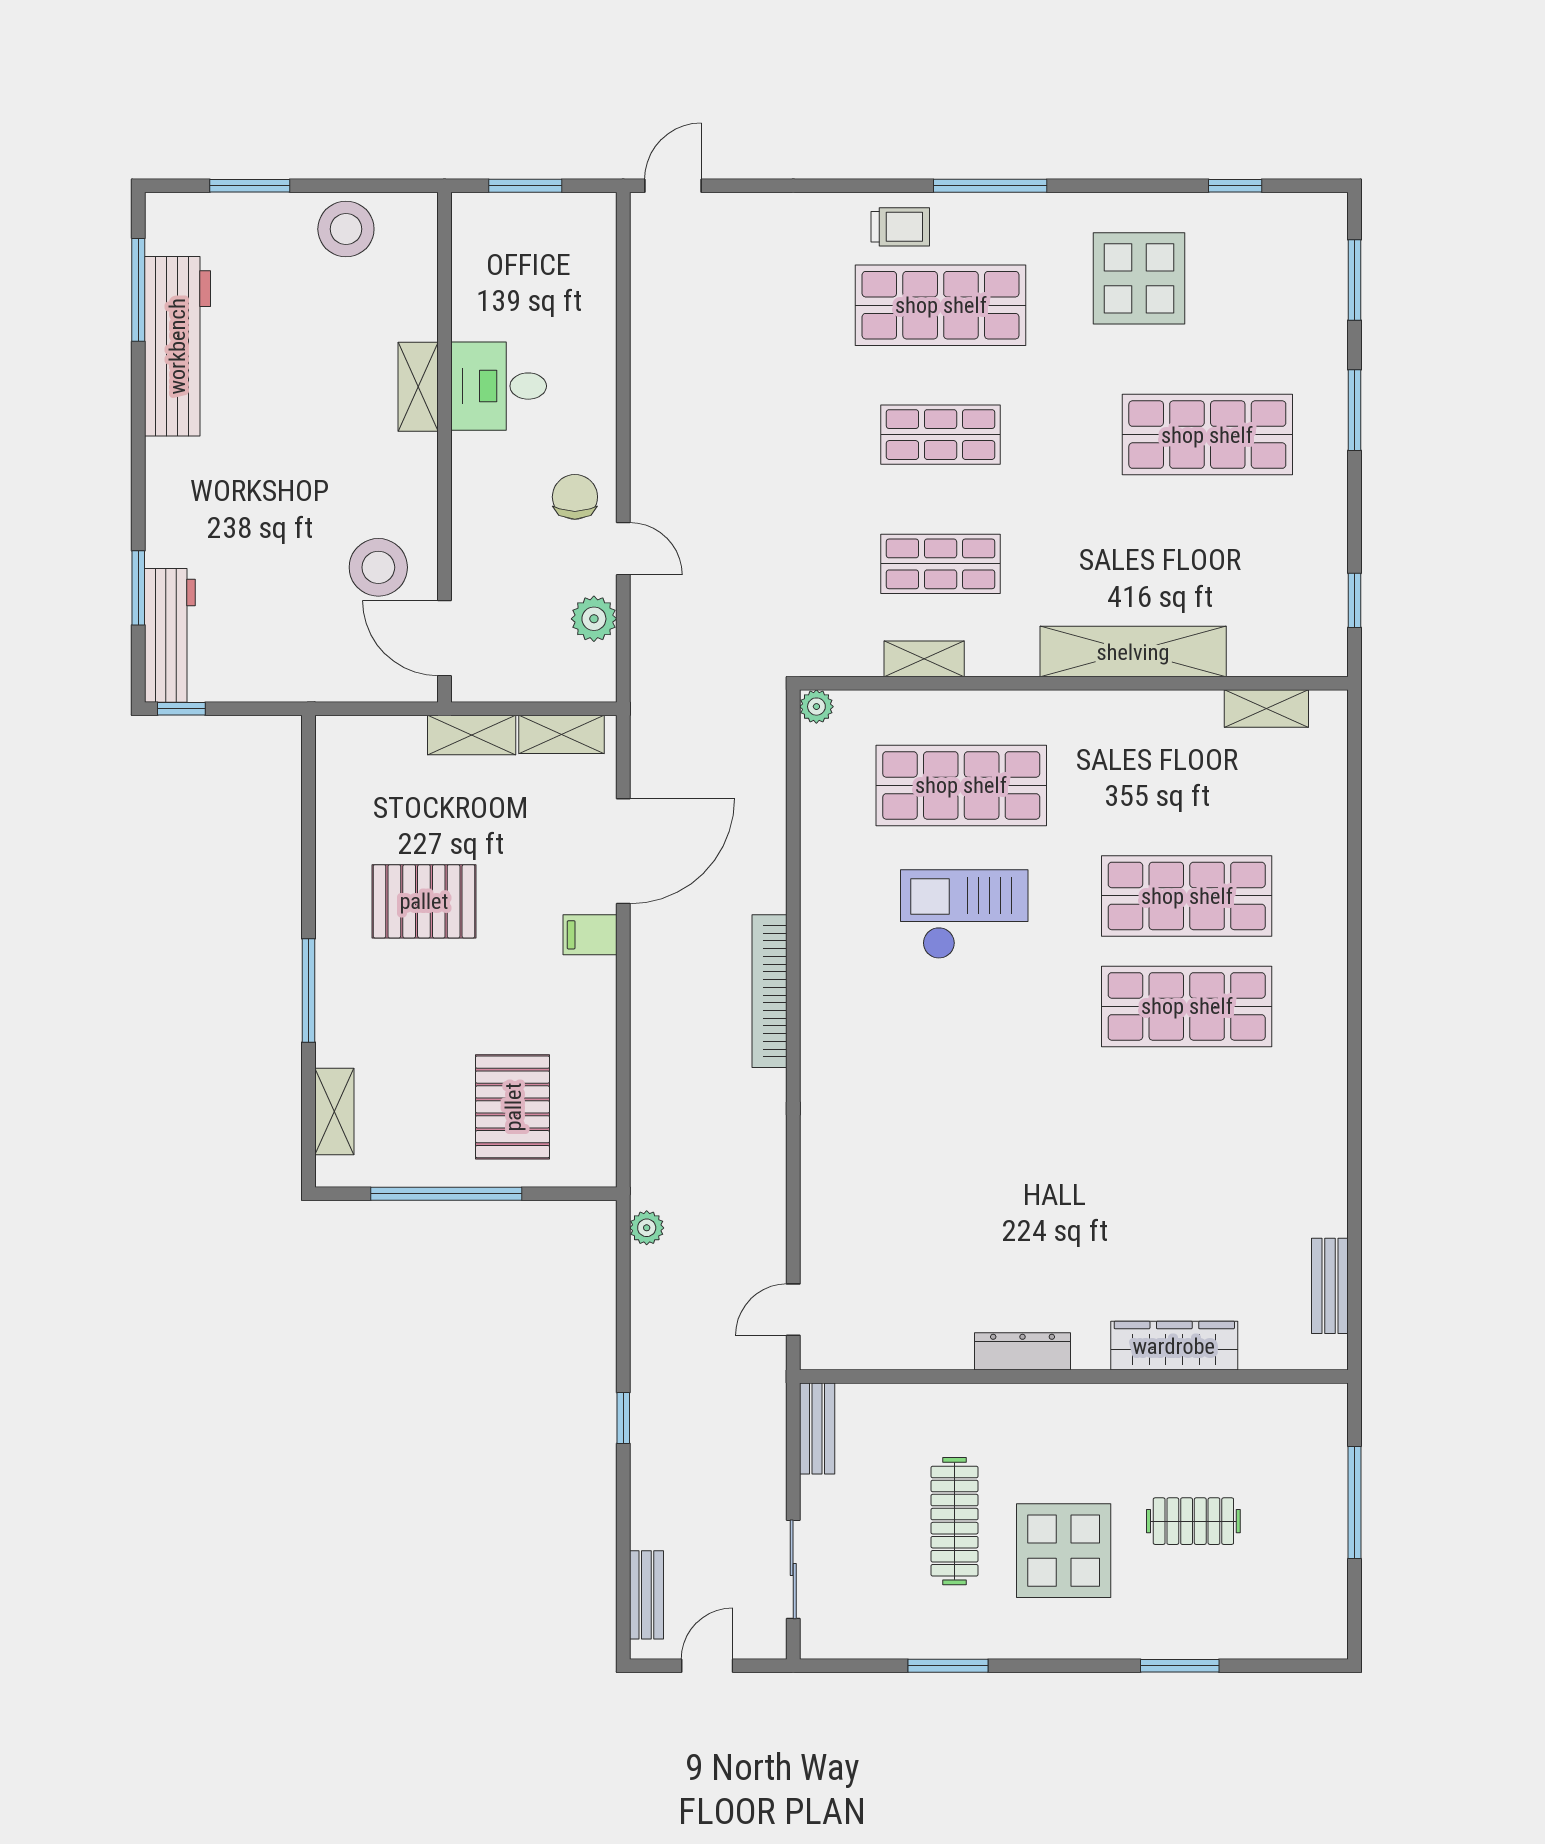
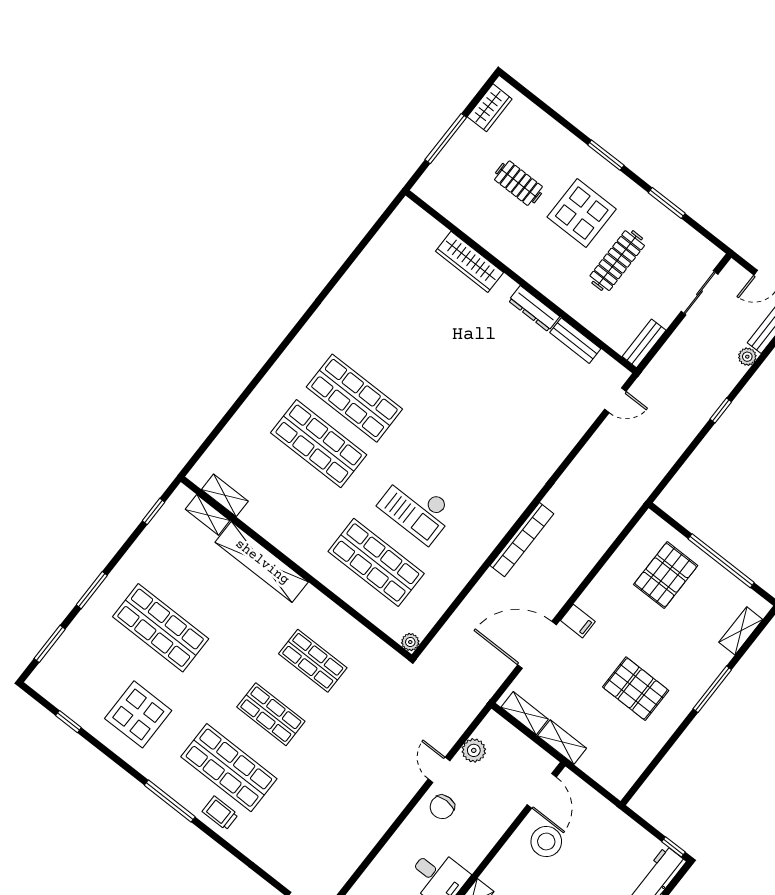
shelving: (924, 659) -> (208, 515), moved
plant: (647, 1228) -> (747, 357), moved
bench: (1330, 1286) -> (575, 341), moved, turned 90
wardrobe: (1325, 1600) -> (490, 108), added
window: (1180, 1666) -> (606, 155), moved

